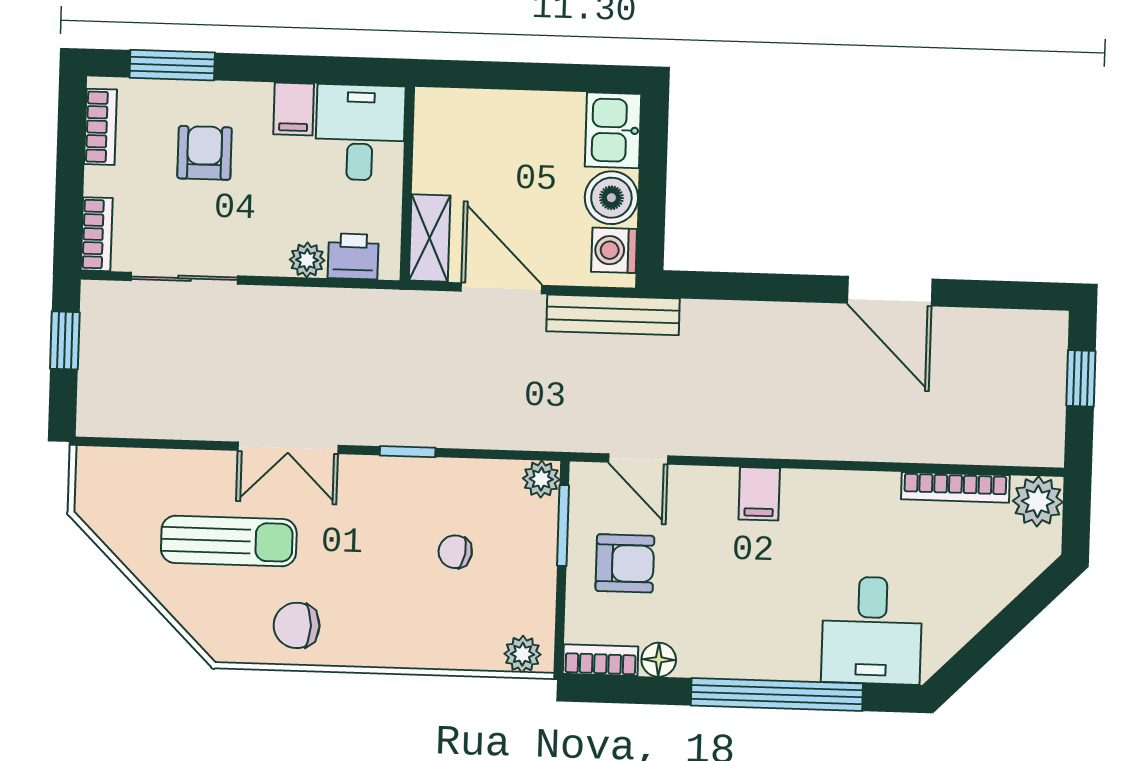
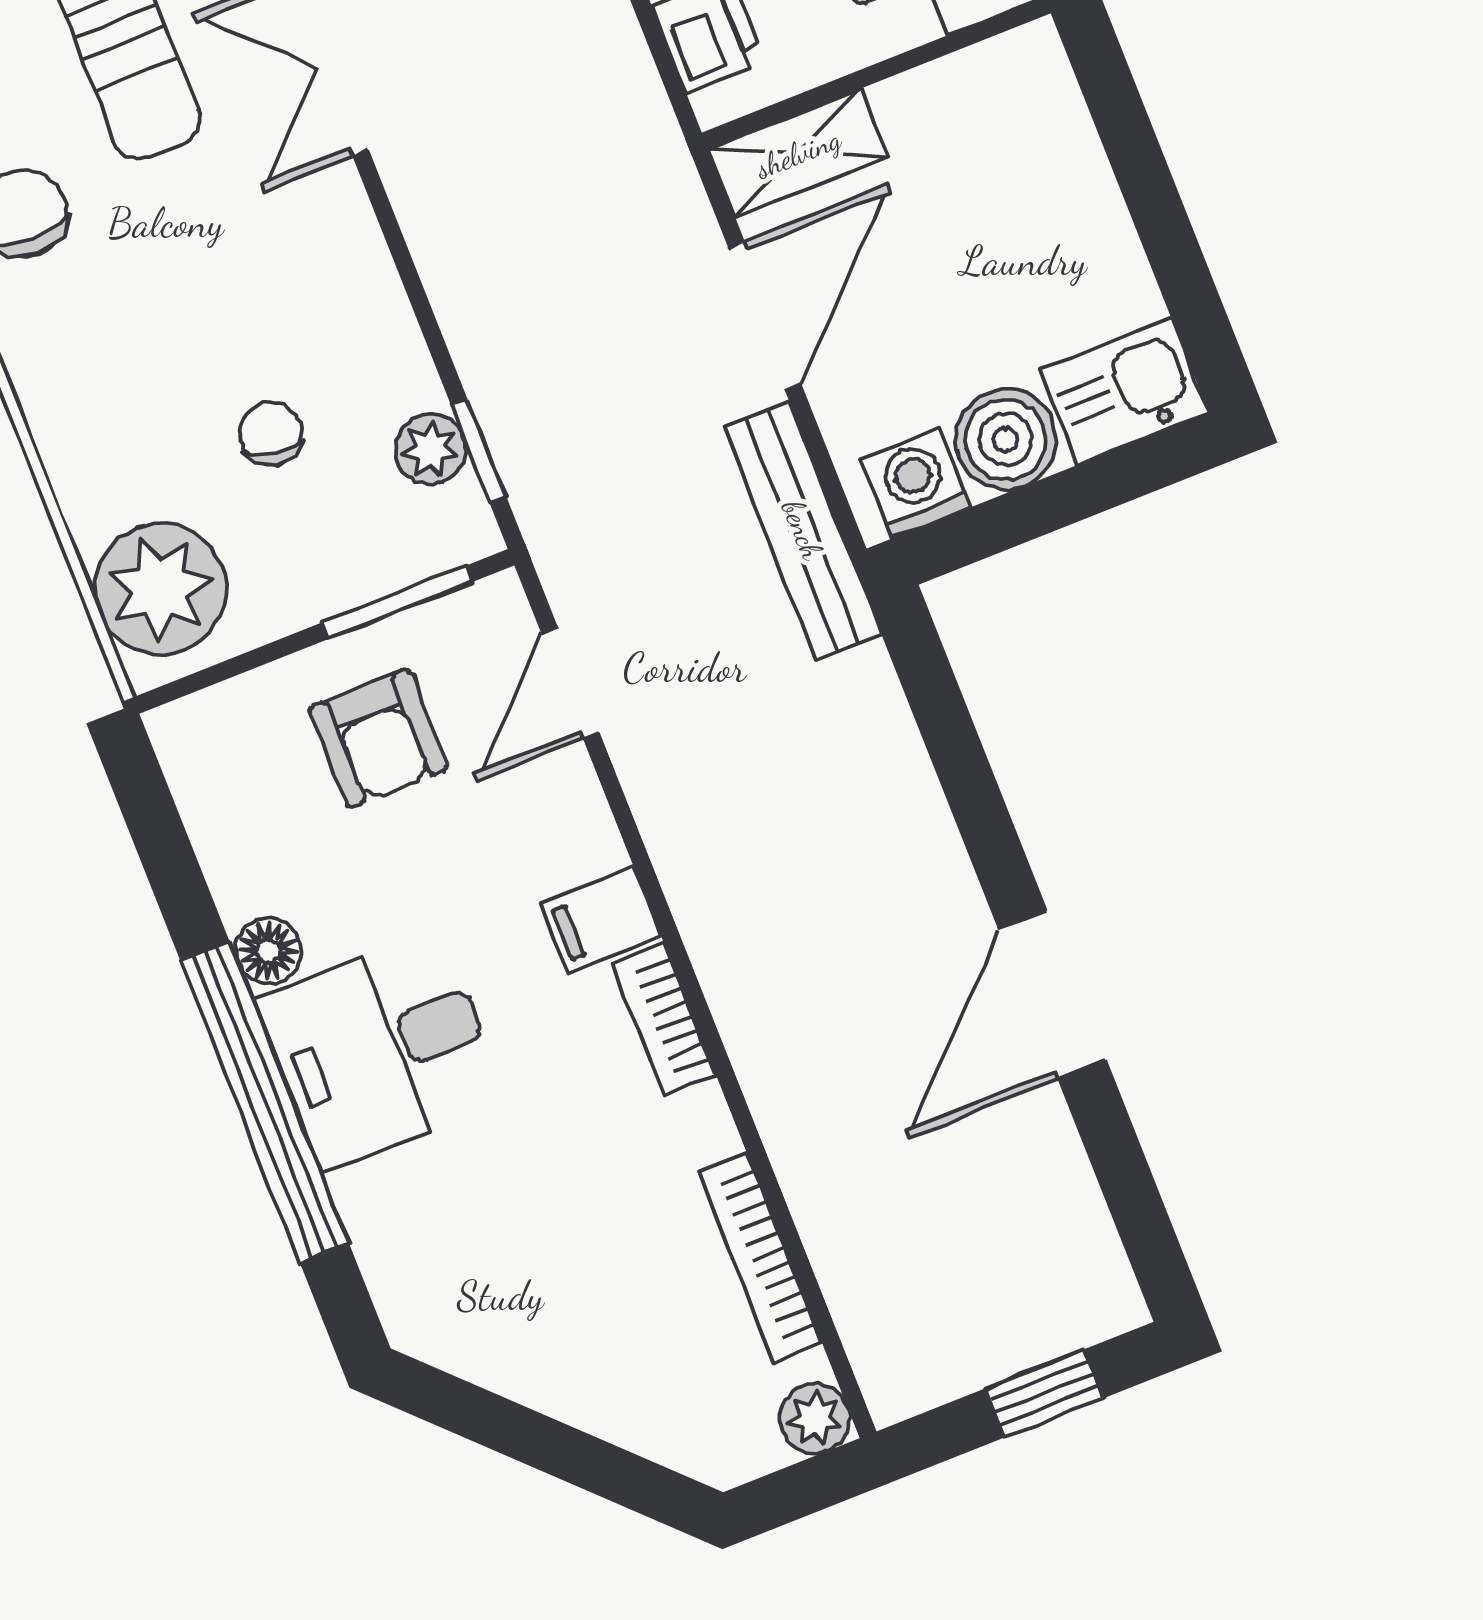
window: (408, 452) -> (479, 452), moved
plant: (541, 479) -> (431, 449), moved
plant: (1038, 501) -> (815, 1418), width x0.73, depth x0.73
desk: (872, 630) -> (381, 1050), moved
plant: (522, 654) -> (160, 589), width x1.88, depth x1.88
bookcase: (601, 660) -> (664, 1019), moved, turned 180
floor lamp: (659, 660) -> (268, 951), moved

